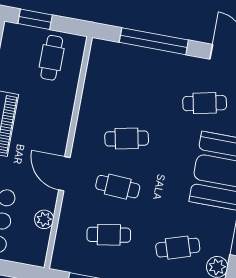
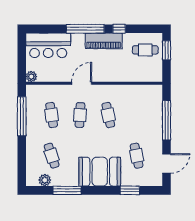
cafe table: (52, 58) -> (145, 50), moved
plant: (44, 219) -> (31, 77), moved

